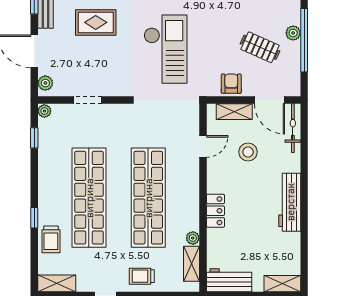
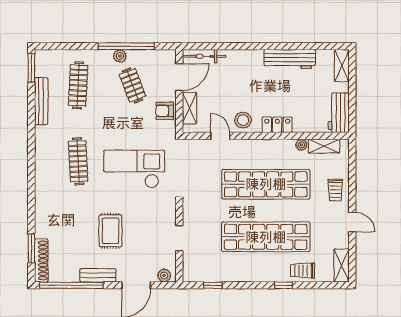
clothes rail: (260, 47) -> (132, 85), turned -45
plant: (44, 111) -> (189, 276), removed
stool: (248, 152) -> (243, 120), moved
workbench: (290, 202) -> (290, 59), moved
trolley: (51, 239) -> (303, 271), turned 180

